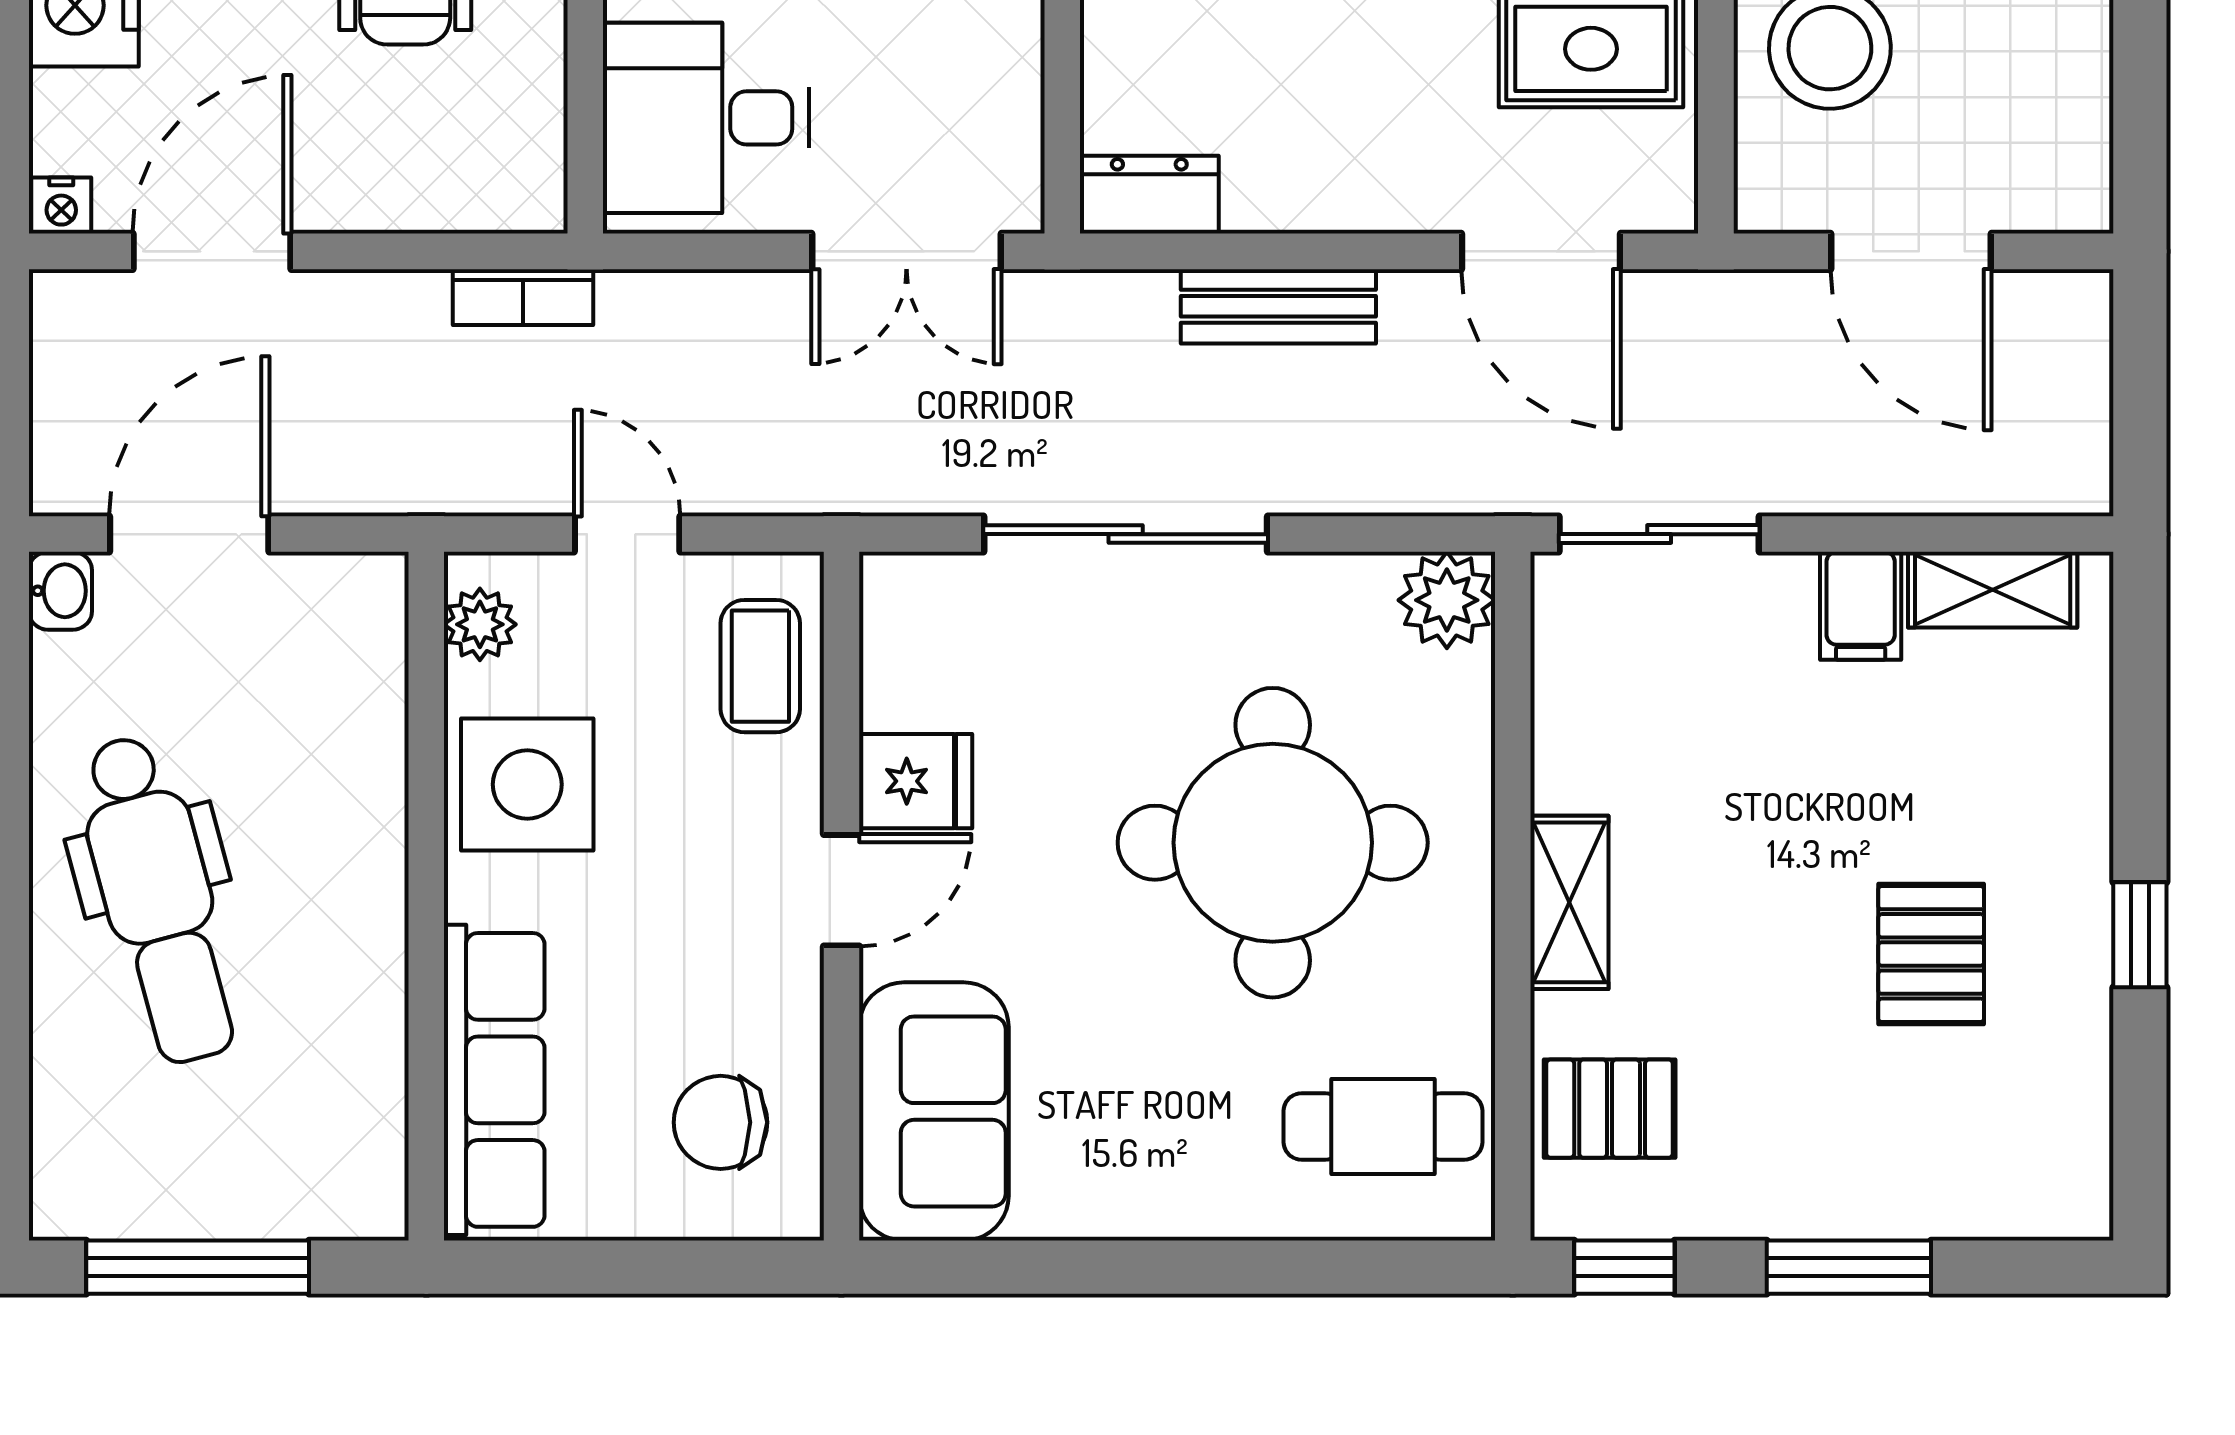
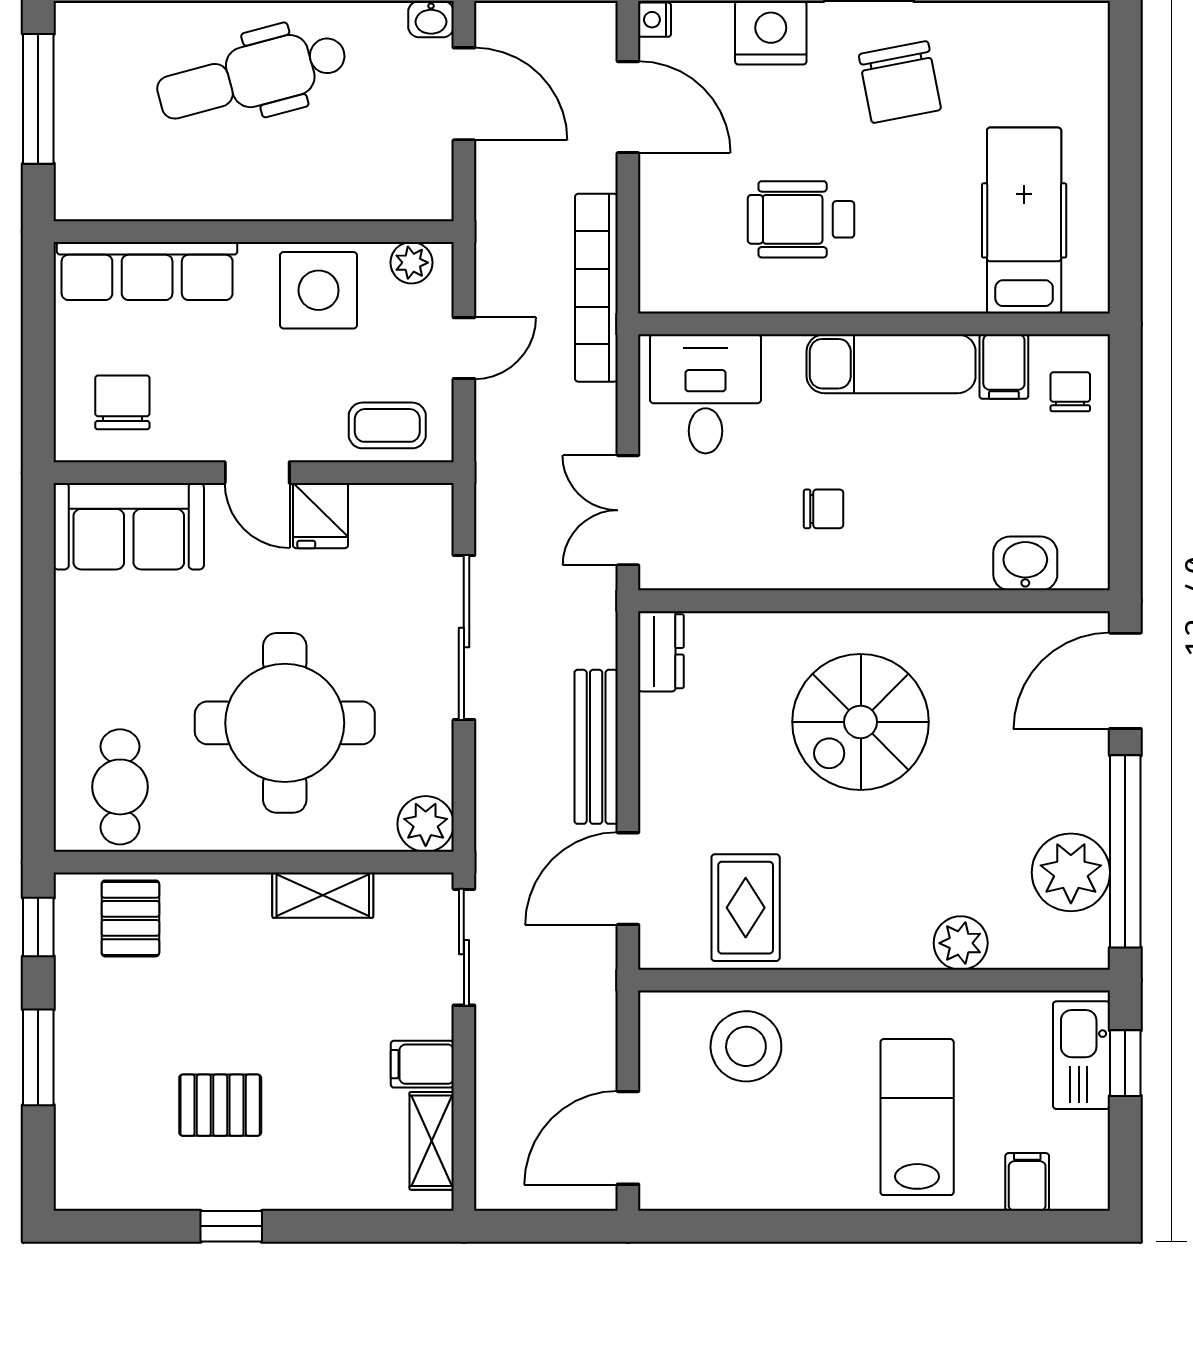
door: (1911, 251) -> (628, 1138), moved
bookcase: (523, 297) -> (596, 288), width x2.31, depth x1.31
bench: (1278, 306) -> (596, 747), width x1.36
shelving: (1569, 902) -> (323, 895), moved

